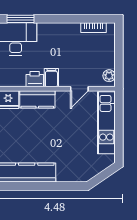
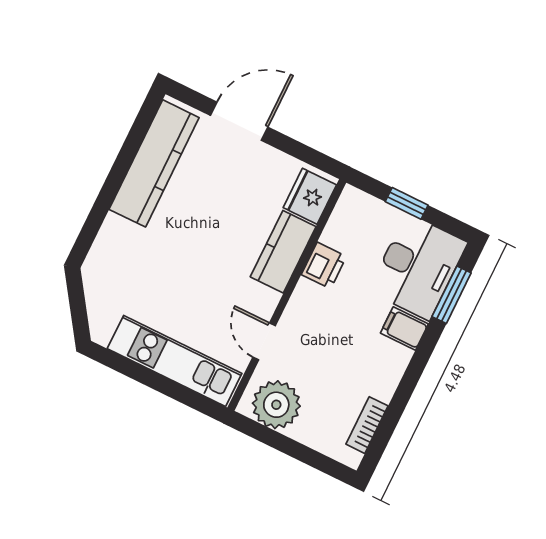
plant: (109, 76) -> (276, 405), width x1.87, depth x1.87
filing cabinet: (51, 78) -> (404, 328), moved, turned 180

